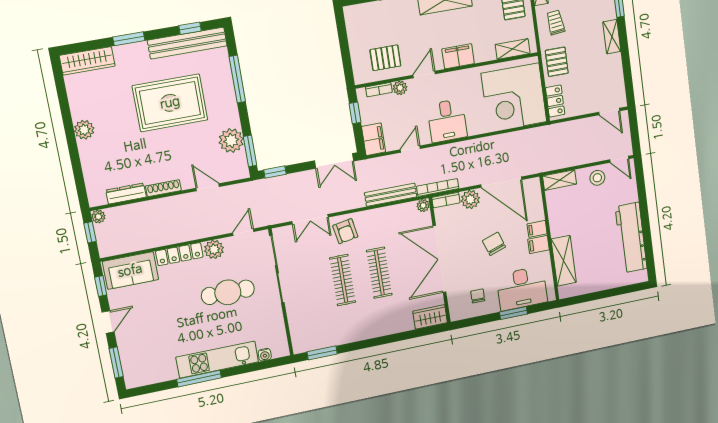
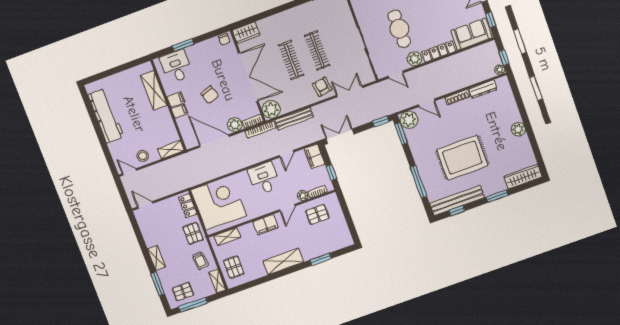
plant: (231, 140) -> (409, 120), moved
plant: (423, 205) -> (271, 109), width x1.87, depth x1.87
door: (243, 232) -> (396, 74), hinge flipped
desk: (522, 288) -> (176, 66), width x0.73
cafe table: (228, 292) -> (399, 29), turned 90
chair: (478, 296) -> (224, 39), moved

